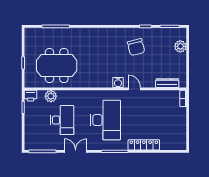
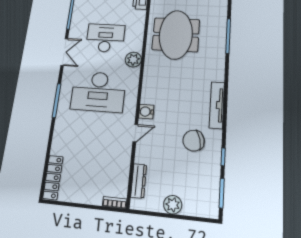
tv unit: (109, 32) -> (217, 105), added
plant: (180, 46) -> (173, 205), moved
plant: (51, 96) -> (133, 60), moved
desk: (62, 120) -> (105, 38), turned 180
locker: (144, 145) -> (53, 177), moved

